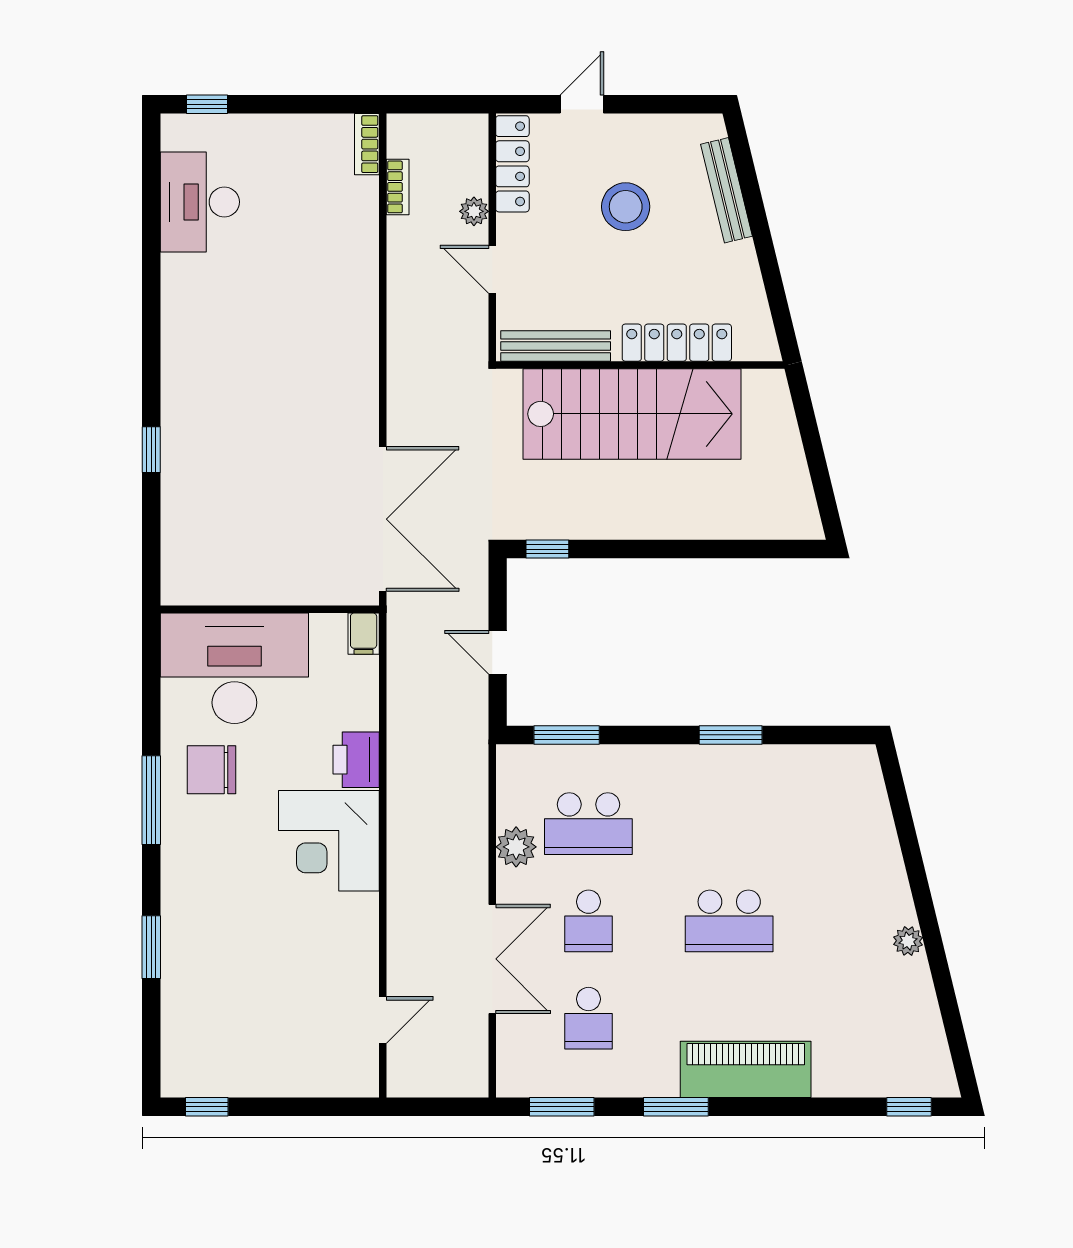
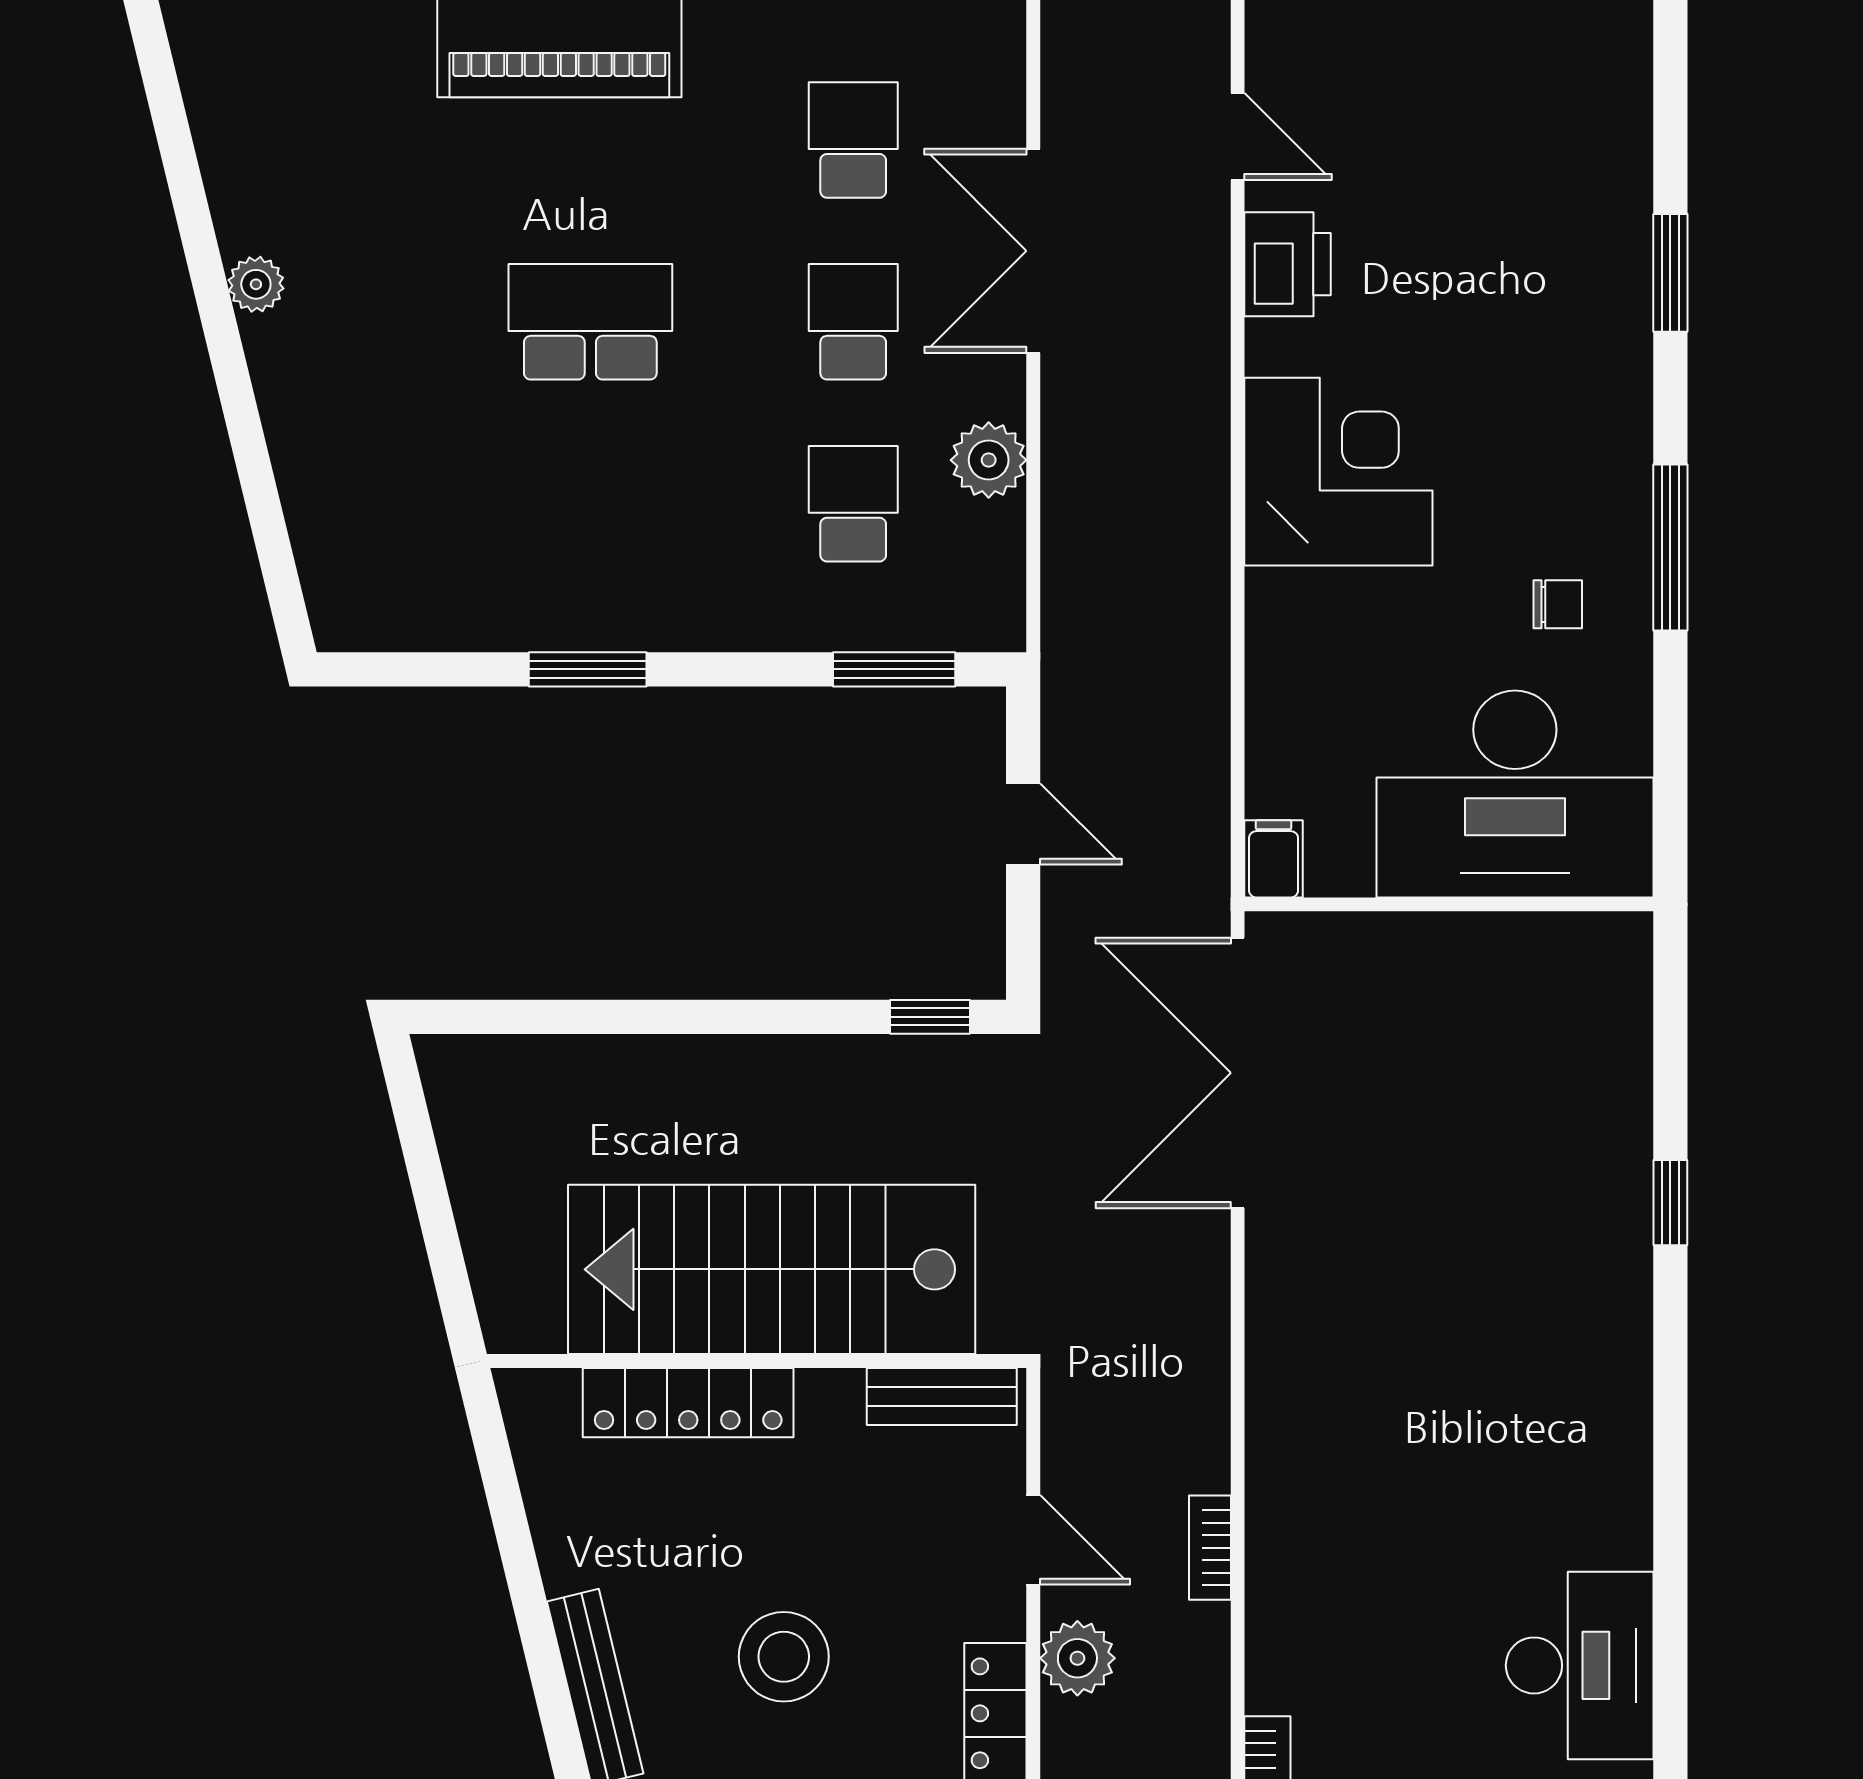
bookcase: (398, 187) -> (1210, 1548), moved
plant: (474, 211) -> (1077, 1658), width x1.38, depth x1.38
bench: (556, 346) -> (942, 1396), width x0.73
printer: (356, 760) -> (1288, 264), moved
chair: (211, 770) -> (1558, 604), width x0.54, depth x0.54
school desk: (588, 824) -> (853, 504), width x0.54
door: (383, 1020) -> (1238, 137), swing flipped

